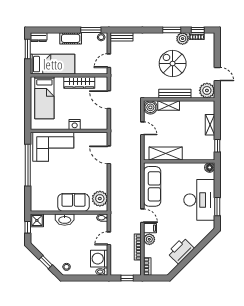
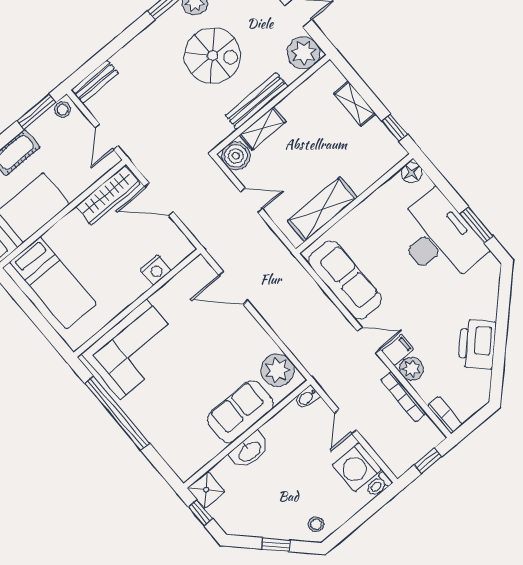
spiral stairs: (173, 64) -> (212, 56), turned 180
wardrobe: (79, 83) -> (108, 195), moved
nightstand: (75, 125) -> (156, 270), moved

